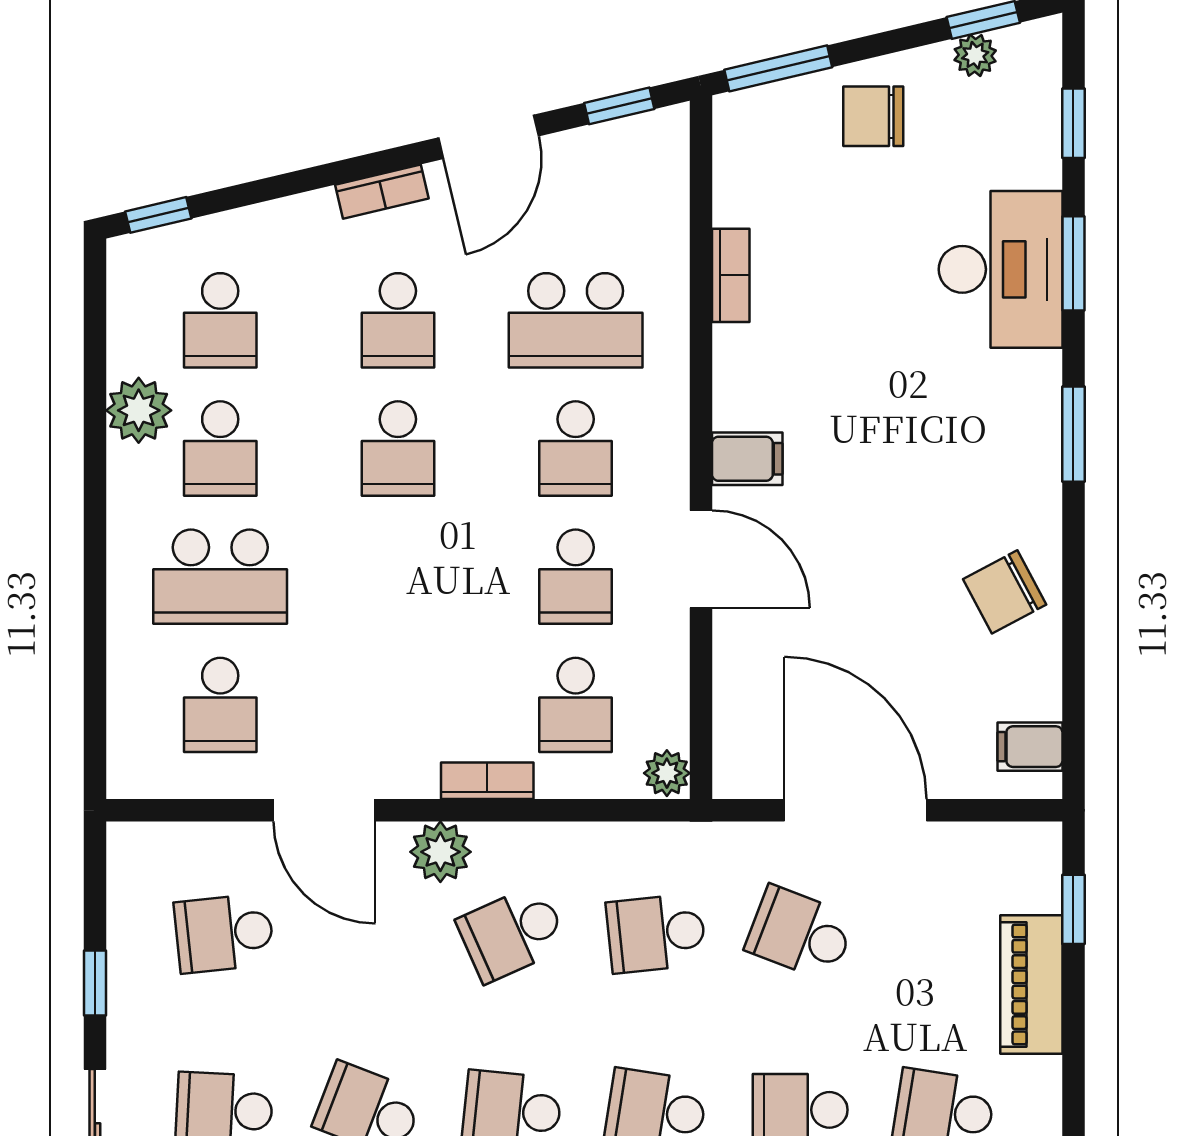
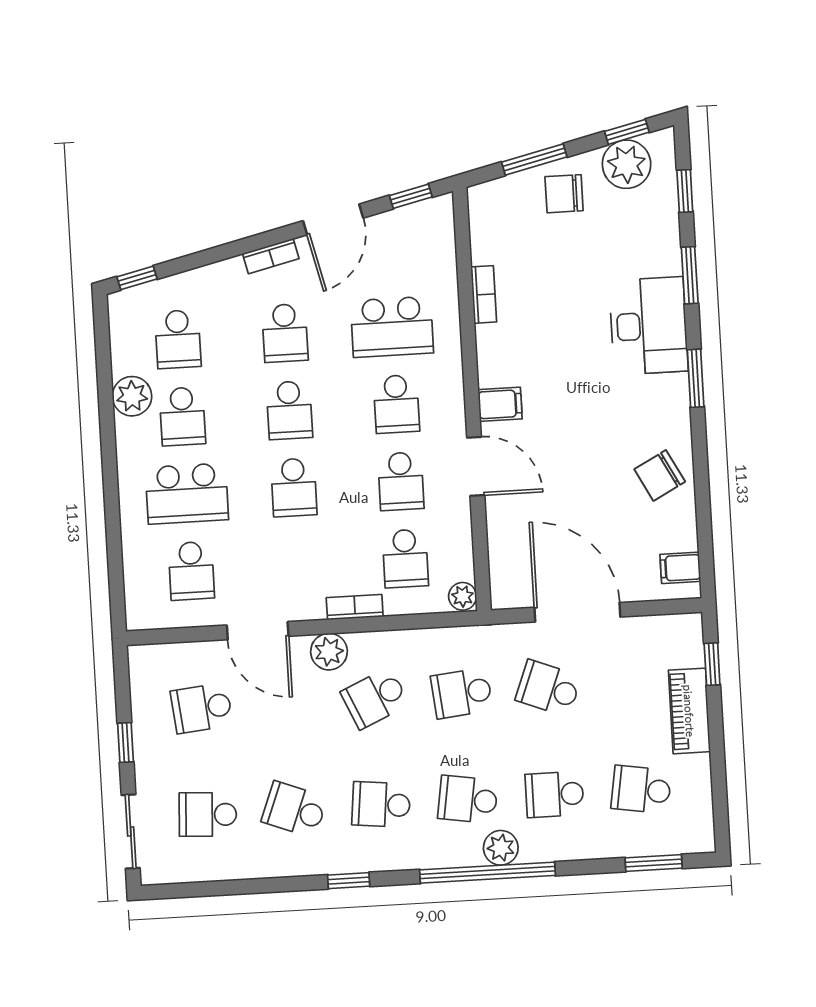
plant: (975, 55) -> (627, 164), width x1.87, depth x1.87
window: (778, 68) -> (534, 159), moved
desk: (1001, 269) -> (649, 326), moved
school desk: (398, 577) -> (294, 487), added

